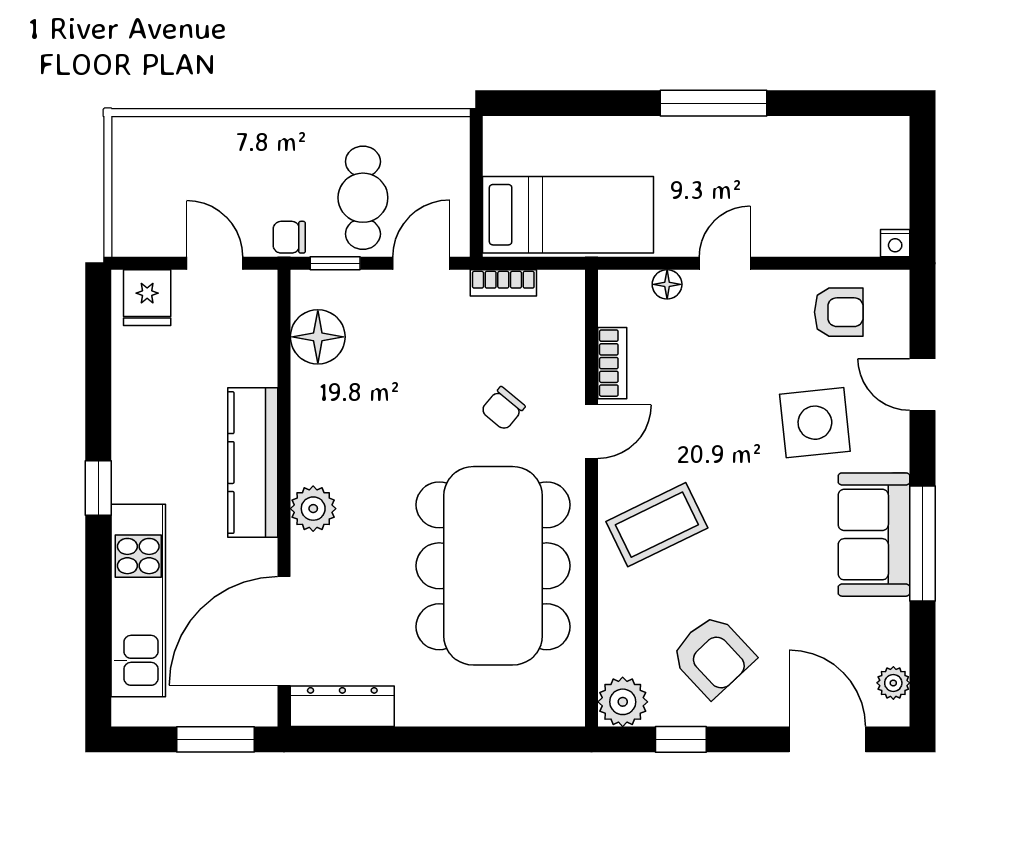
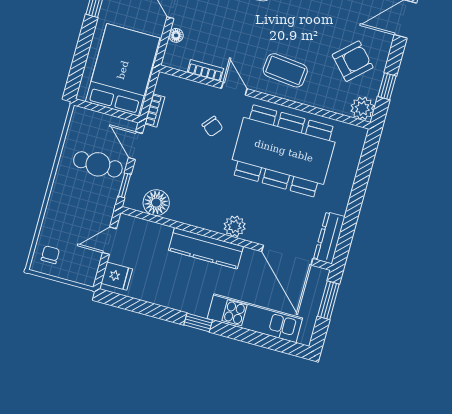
bed: (568, 215) -> (123, 70), width x1.50
chair: (289, 237) -> (50, 255), moved, turned 180
coffee table: (657, 525) -> (285, 70), turned -58

